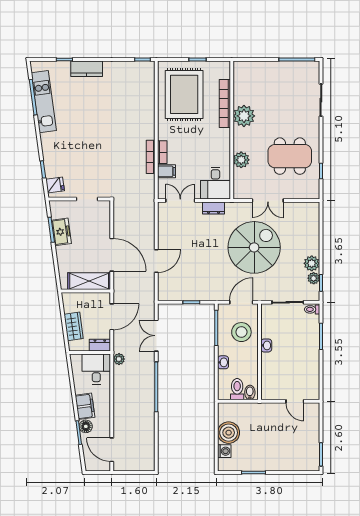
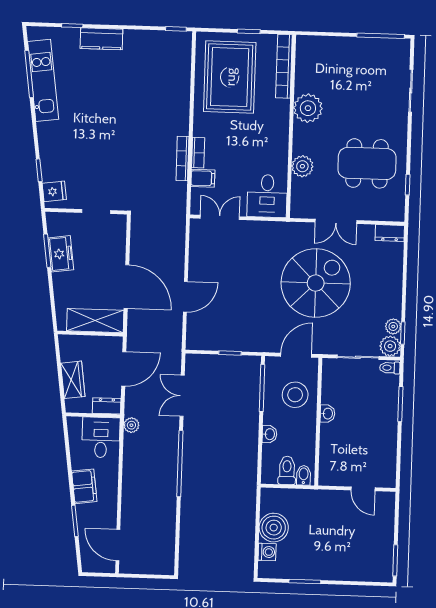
bookcase: (225, 103) -> (284, 66), moved
dresser: (214, 208) -> (390, 233), moved
plant: (312, 263) -> (390, 346), moved
floor lamp: (86, 426) -> (85, 513), removed

